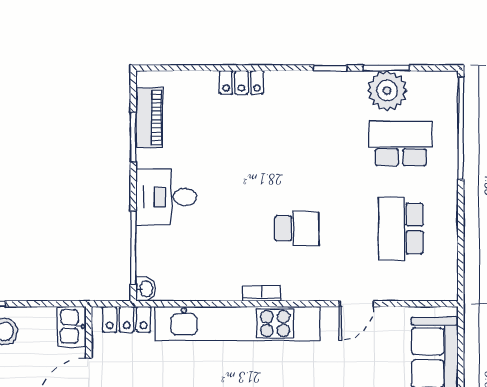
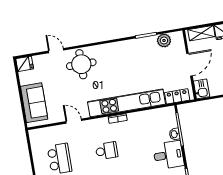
school desk: (297, 228) -> (107, 151), turned 180
washbasin: (146, 289) -> (174, 134), moved
door: (356, 304) -> (74, 121), hinge flipped

